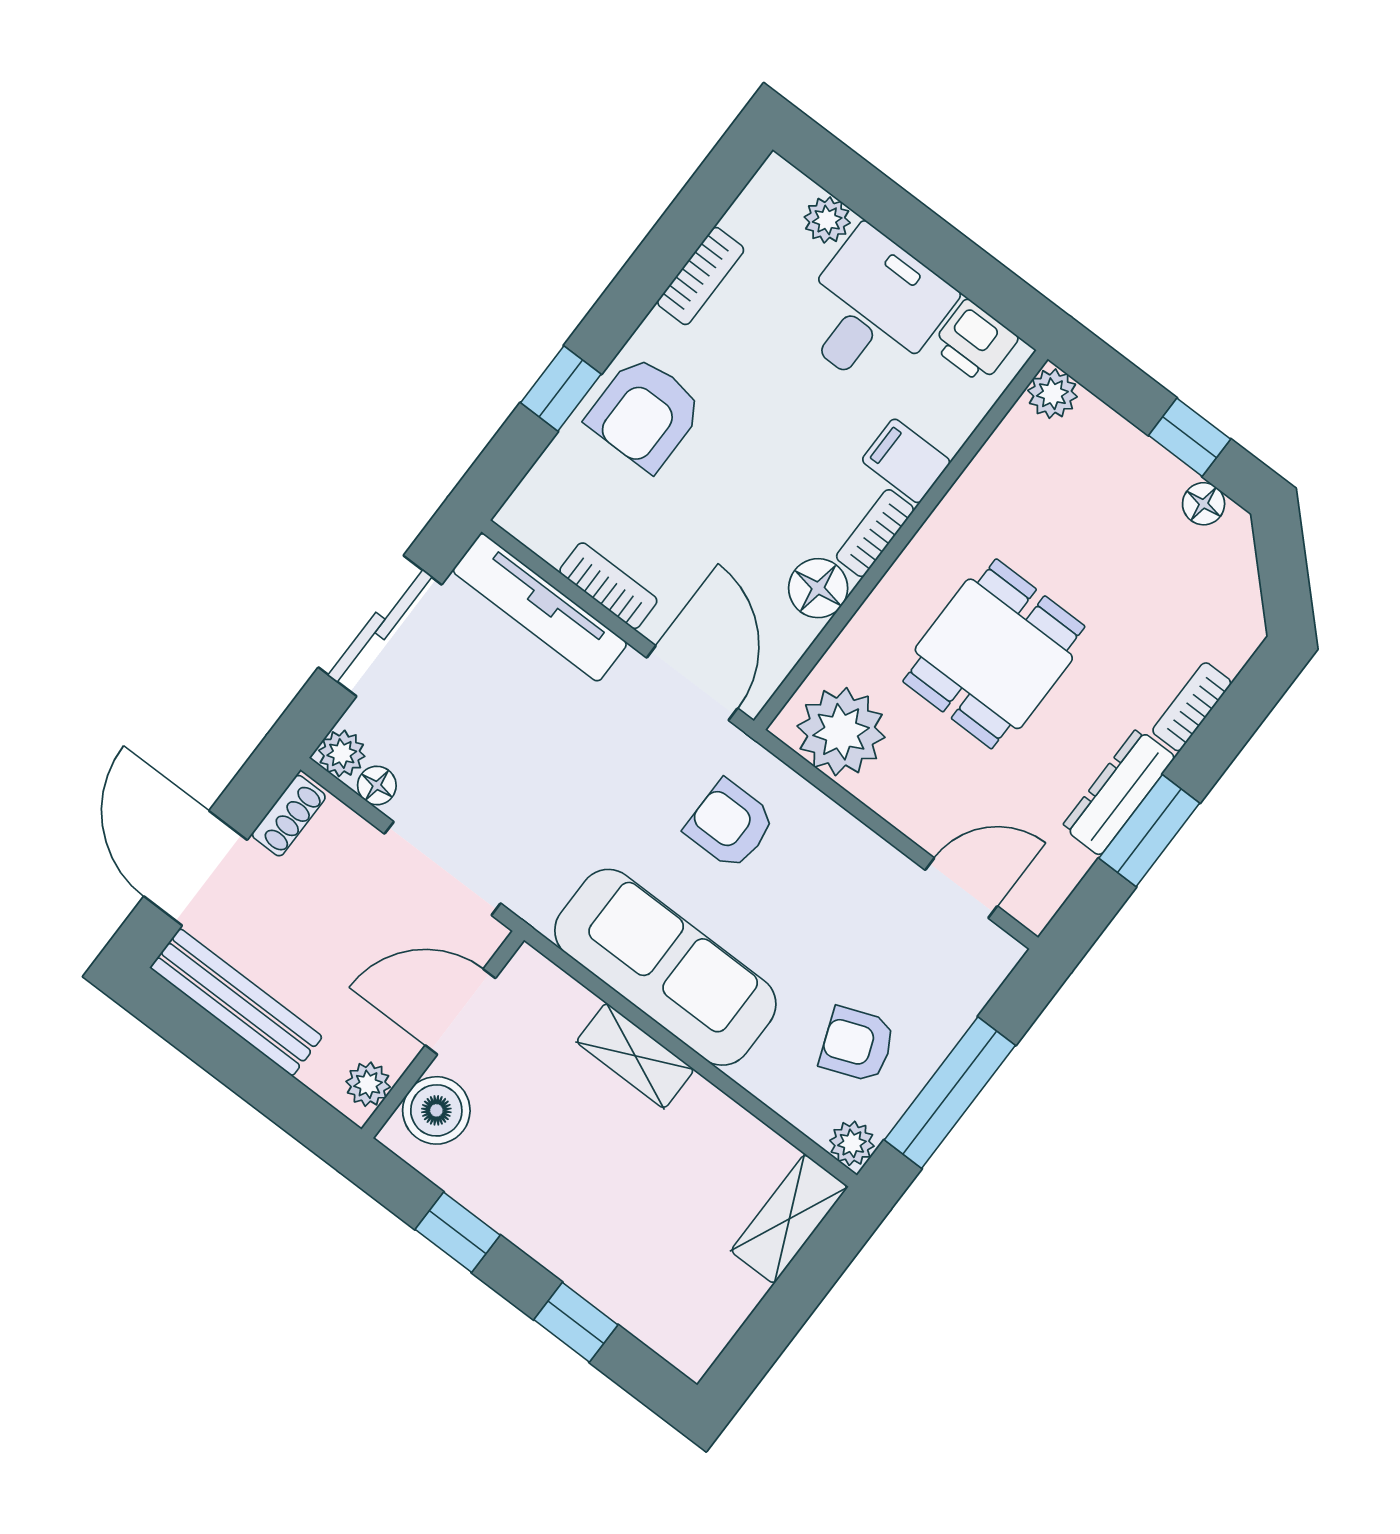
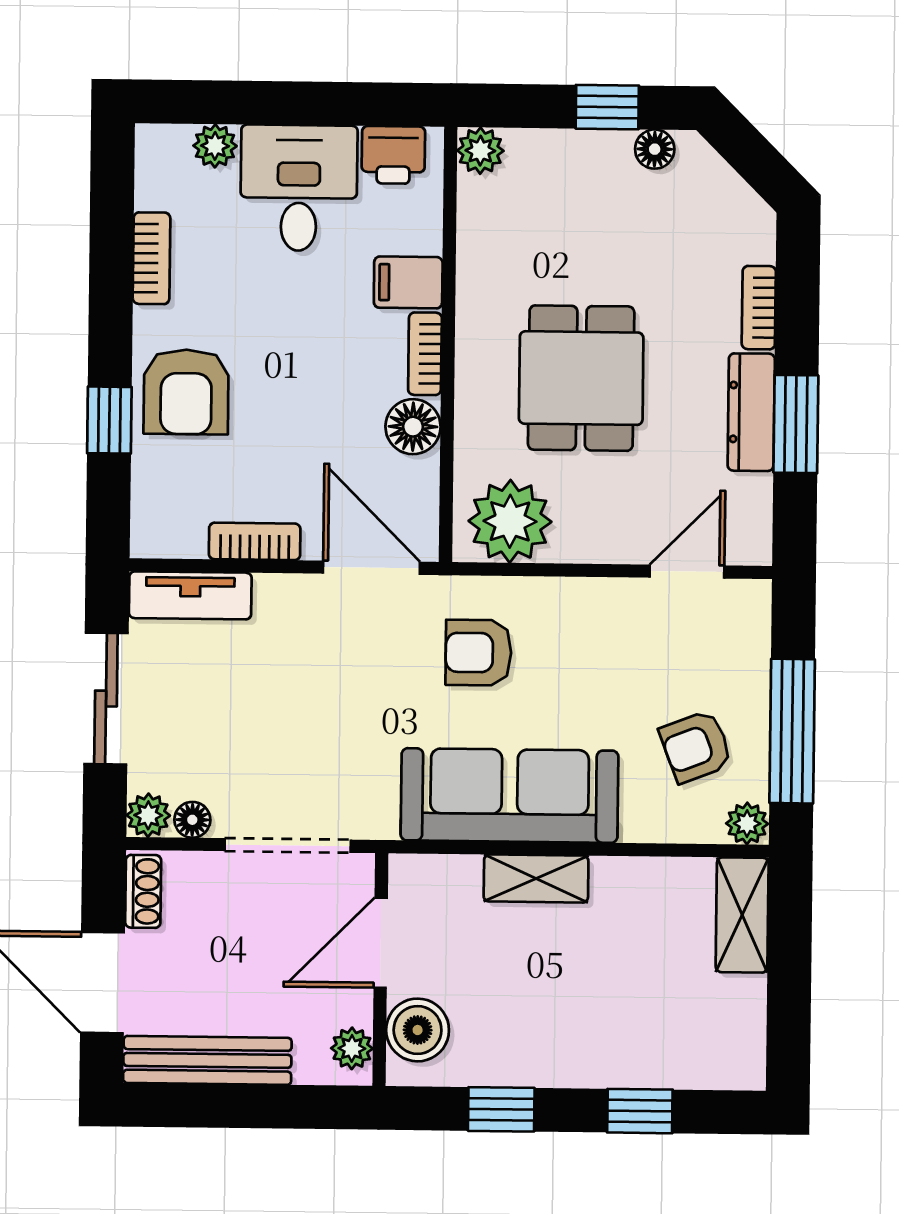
tv unit: (540, 607) -> (190, 595), width x0.71

